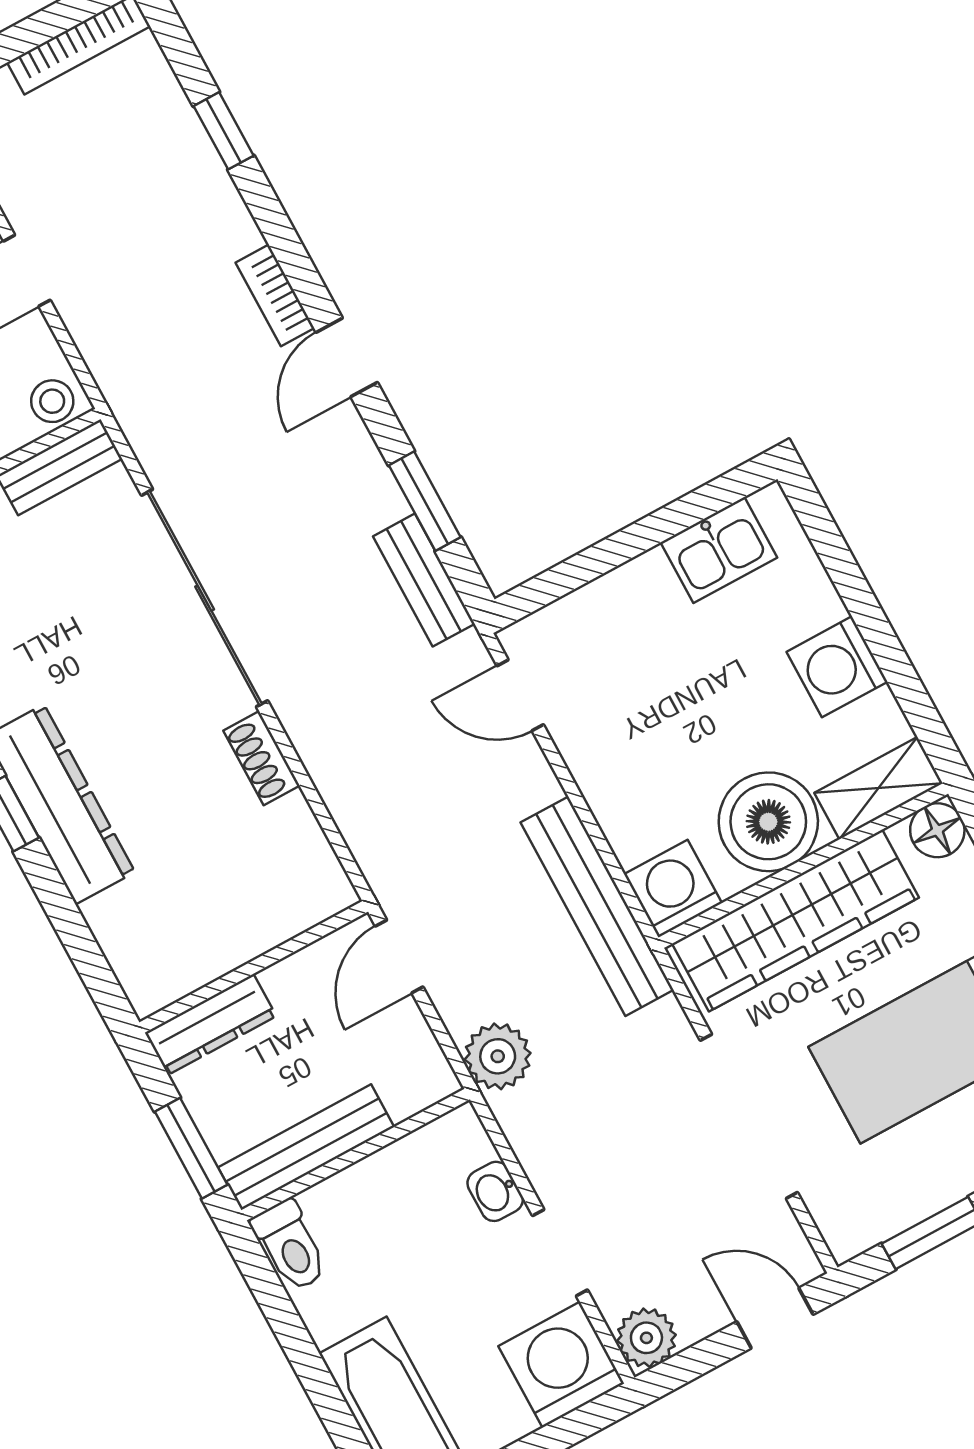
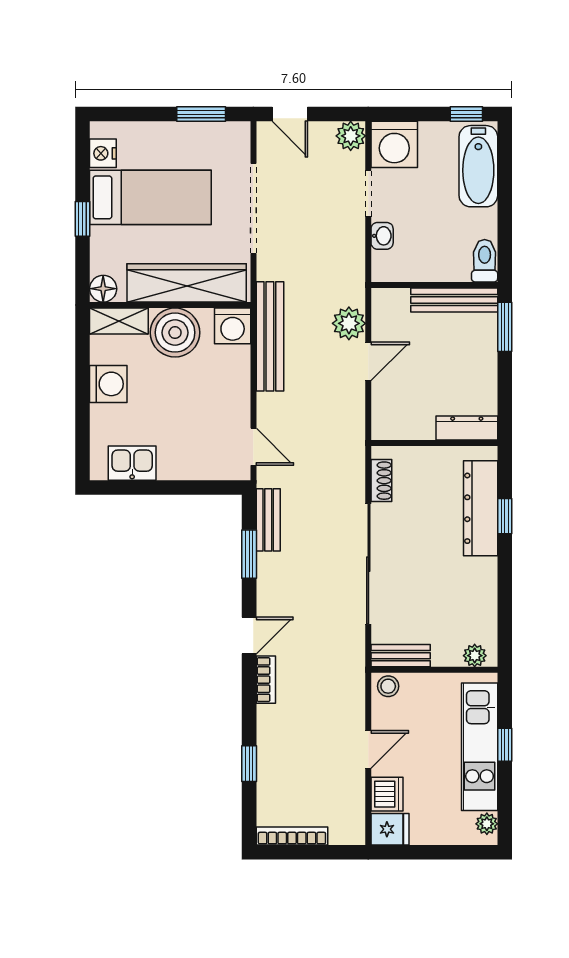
wall: (254, 967) -> (434, 443), moved
dresser: (211, 1024) -> (467, 428), moved
plant: (498, 1056) -> (349, 323), moved

